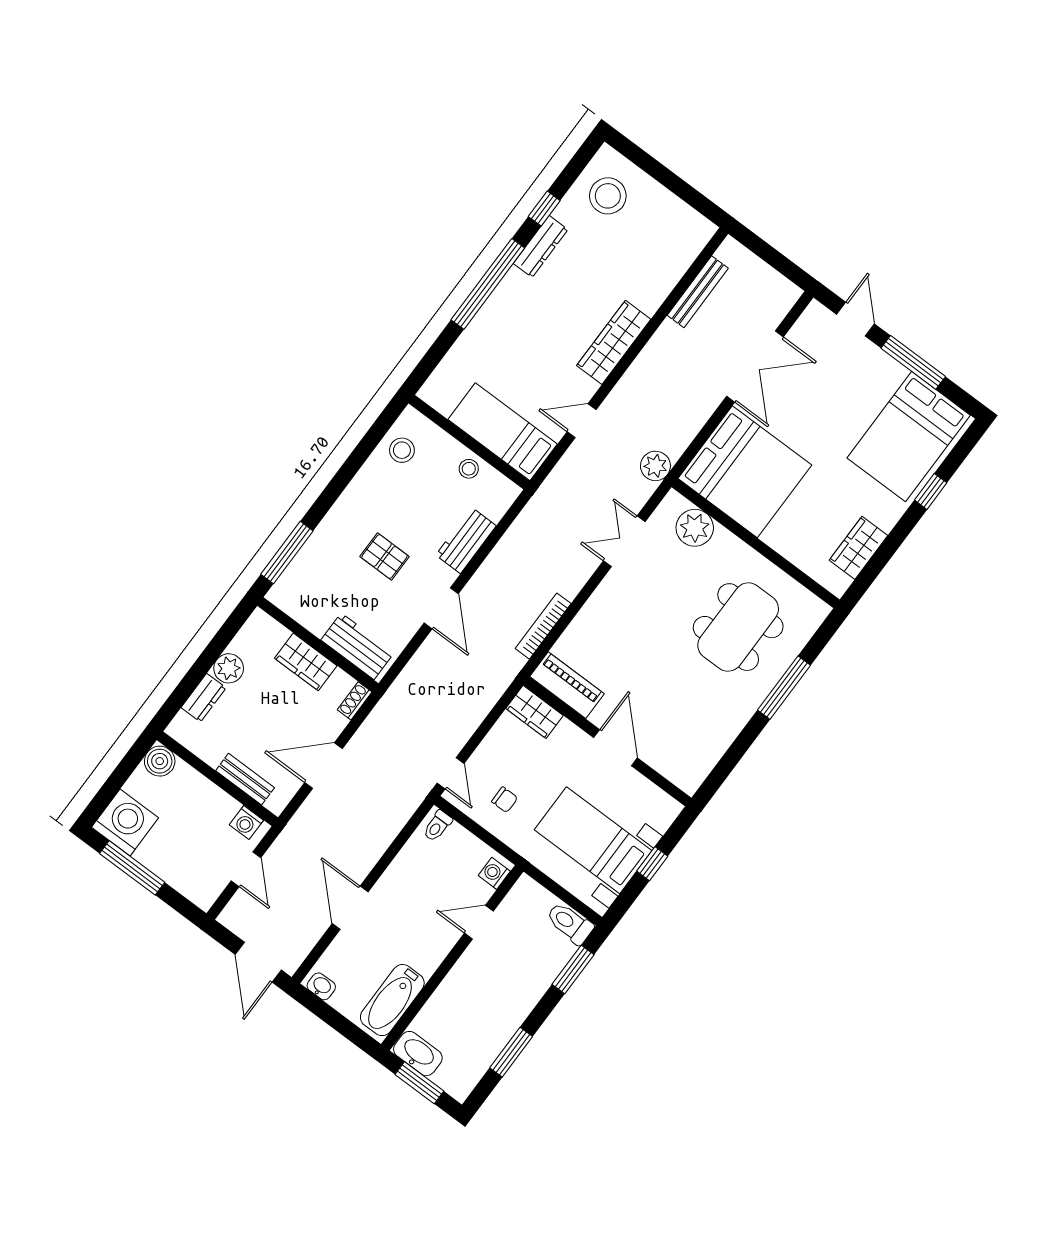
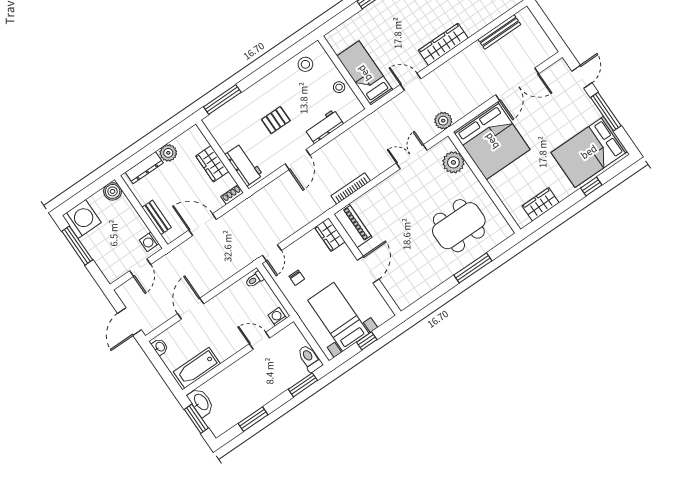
pallet: (384, 556) -> (276, 120), turned 90
dresser: (203, 698) -> (144, 168), width x1.44

